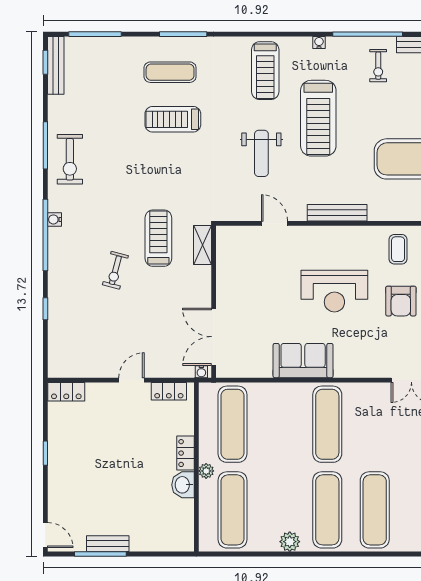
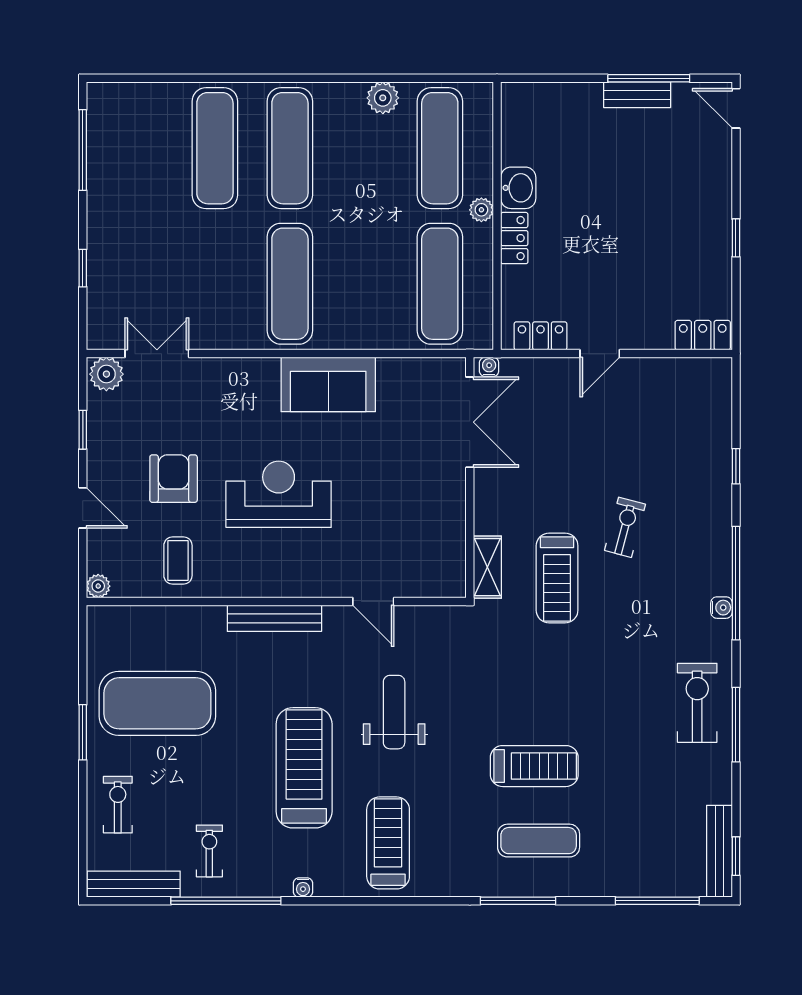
plant: (290, 542) -> (383, 98), moved

